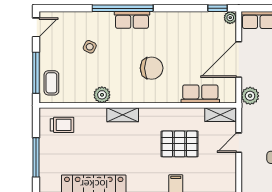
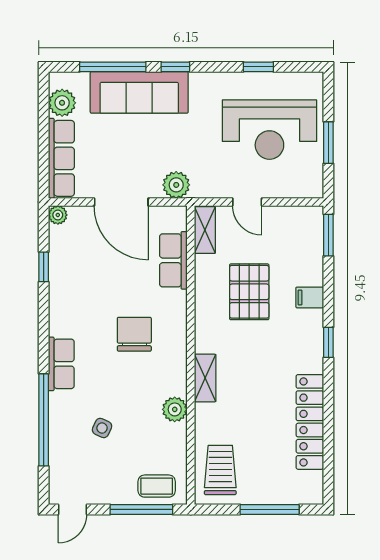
window: (123, 8) -> (44, 420), moved
window: (218, 8) -> (44, 267), moved
door: (36, 27) -> (72, 509), swing flipped
trolley: (62, 125) -> (220, 470), width x1.36, depth x1.39

